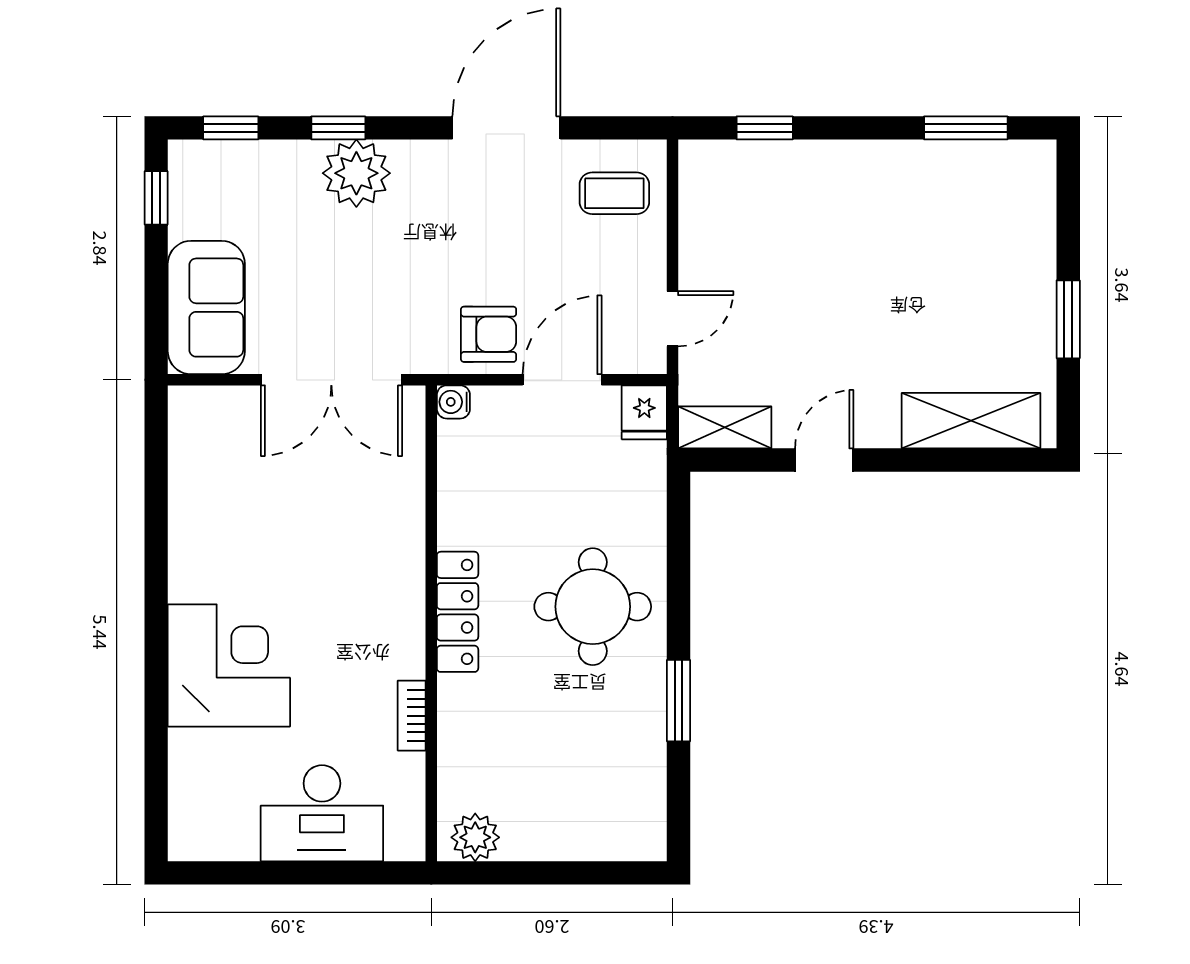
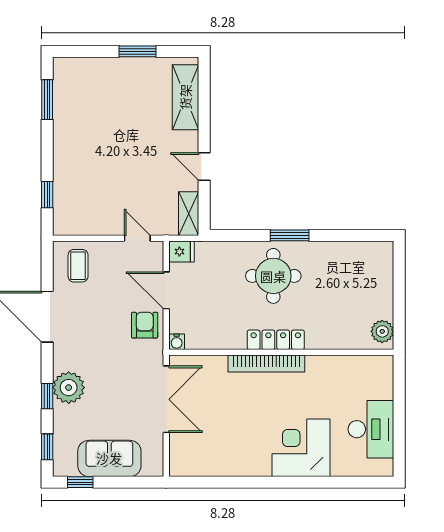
sofa: (206, 308) -> (109, 458), moved
window: (678, 701) -> (290, 235), moved
bookcase: (412, 716) -> (266, 364), moved, width x2.31, depth x1.31
desk: (322, 813) -> (371, 429), moved

